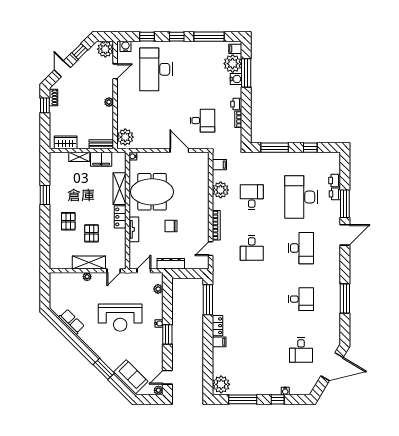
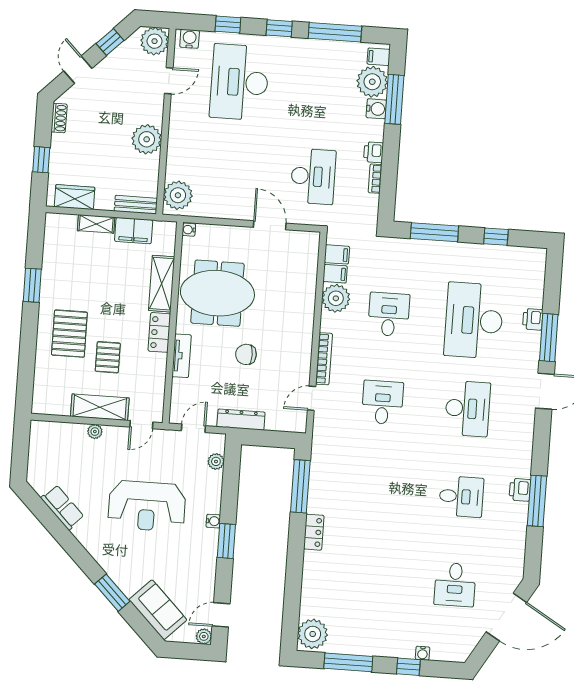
plant: (109, 102) -> (147, 139), width x1.87, depth x1.87
window: (45, 105) -> (41, 160), moved
desk: (202, 121) -> (313, 176), width x1.37
printer: (335, 180) -> (520, 490), moved
pallet: (68, 221) -> (69, 334), width x1.50, depth x1.42
desk: (252, 248) -> (382, 402), turned 180
filing cabinet: (219, 342) -> (335, 274), moved

